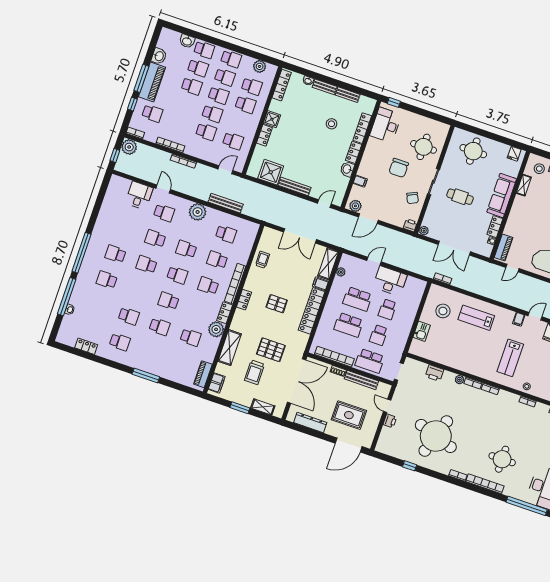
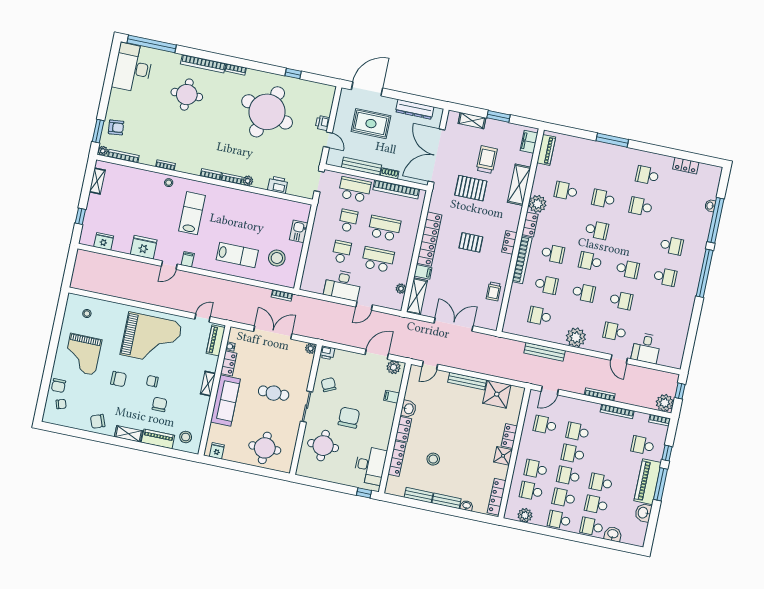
shelving: (524, 185) -> (208, 384), moved

